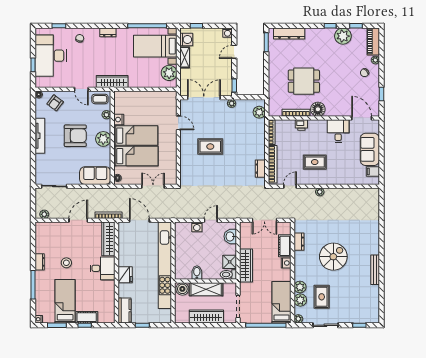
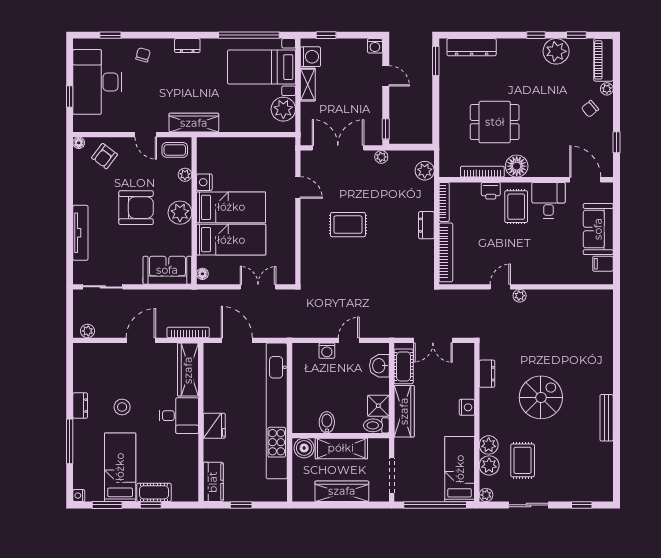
door: (234, 52) -> (386, 76), swing flipped
tv unit: (40, 136) -> (80, 233), moved
rug: (315, 162) -> (516, 207), moved, turned 90
dresser: (260, 169) -> (426, 225), moved
door: (290, 186) -> (500, 287), moved
cot: (285, 246) -> (404, 366), moved

